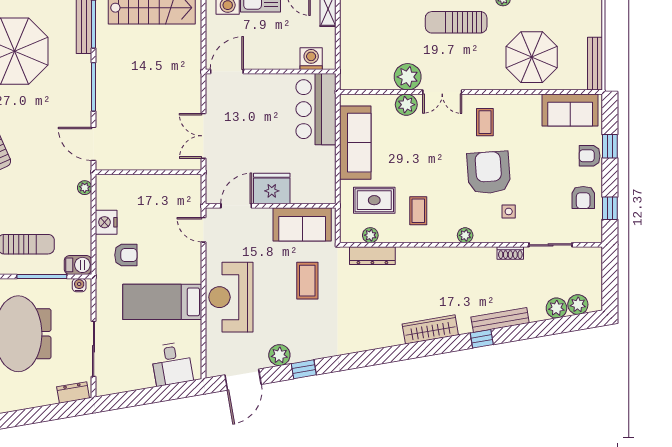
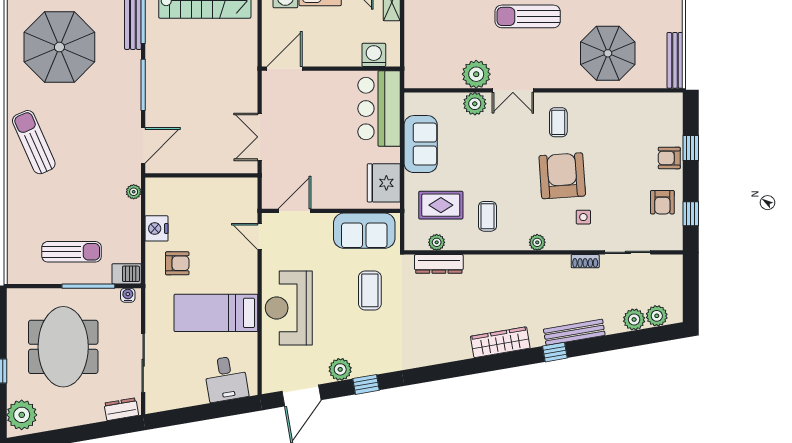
sofa: (570, 110) -> (649, 109), removed
sofa: (355, 143) -> (421, 144), width x0.73
door: (94, 144) -> (143, 145), swing flipped
fridge: (272, 188) -> (384, 183), moved, turned -90

